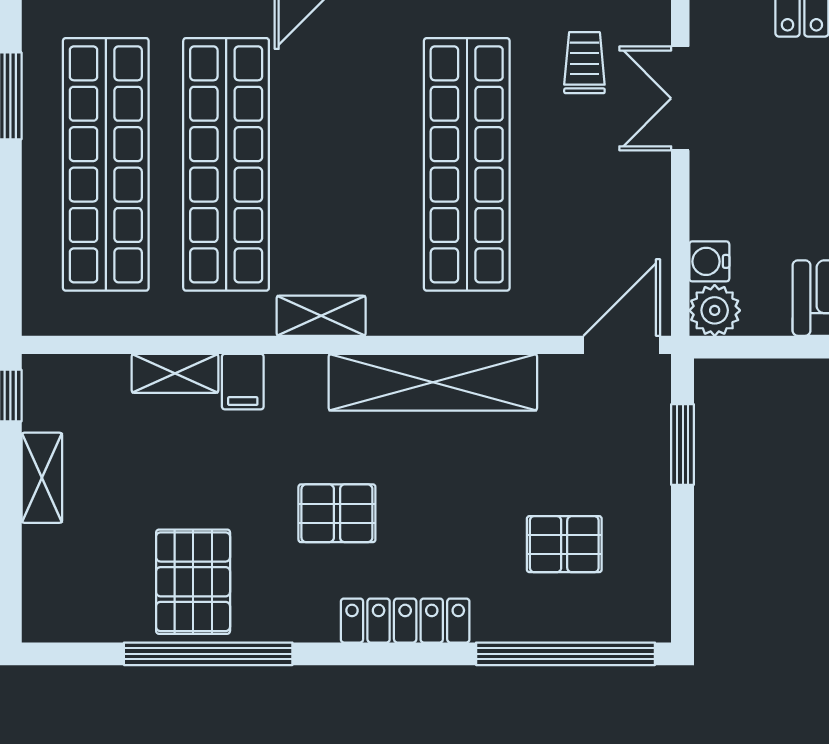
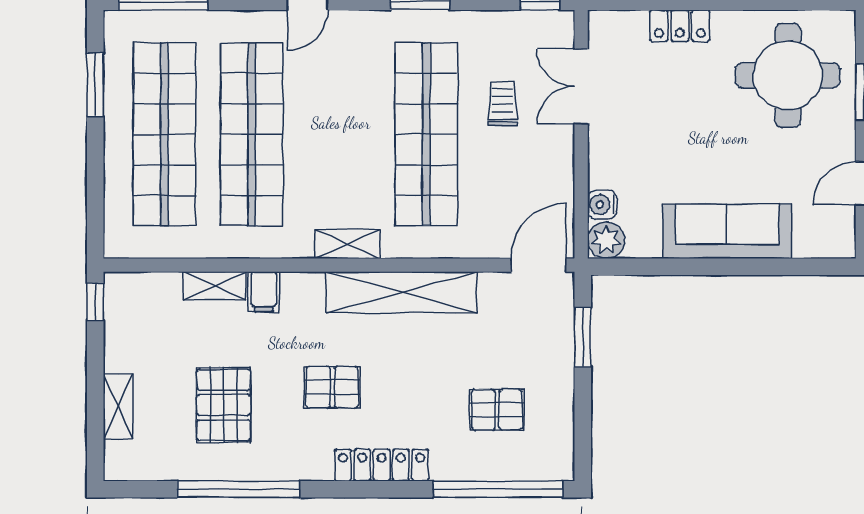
trolley: (584, 63) -> (503, 104), moved
shelving: (321, 316) -> (347, 244), moved
shelving: (42, 478) -> (118, 406), moved
pallet: (193, 582) -> (224, 405), moved

